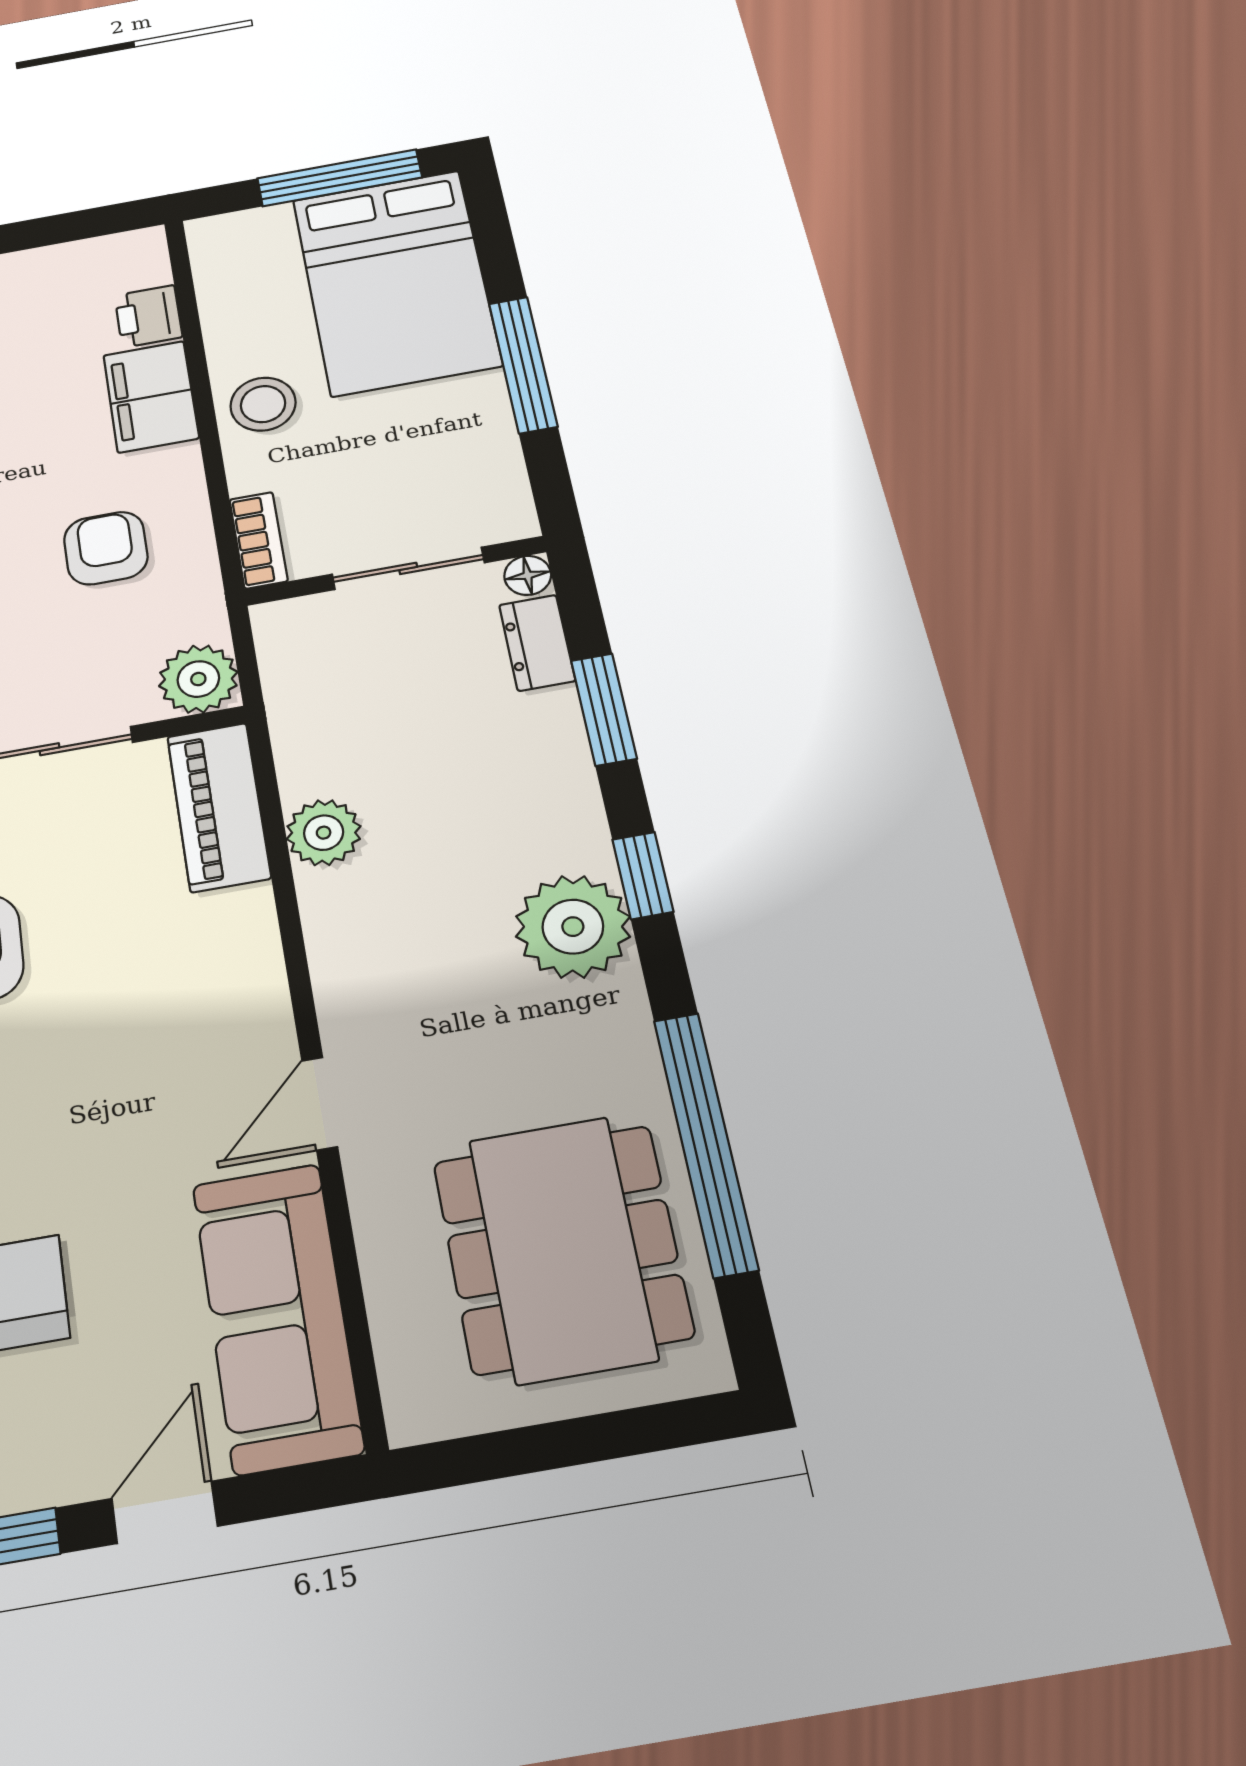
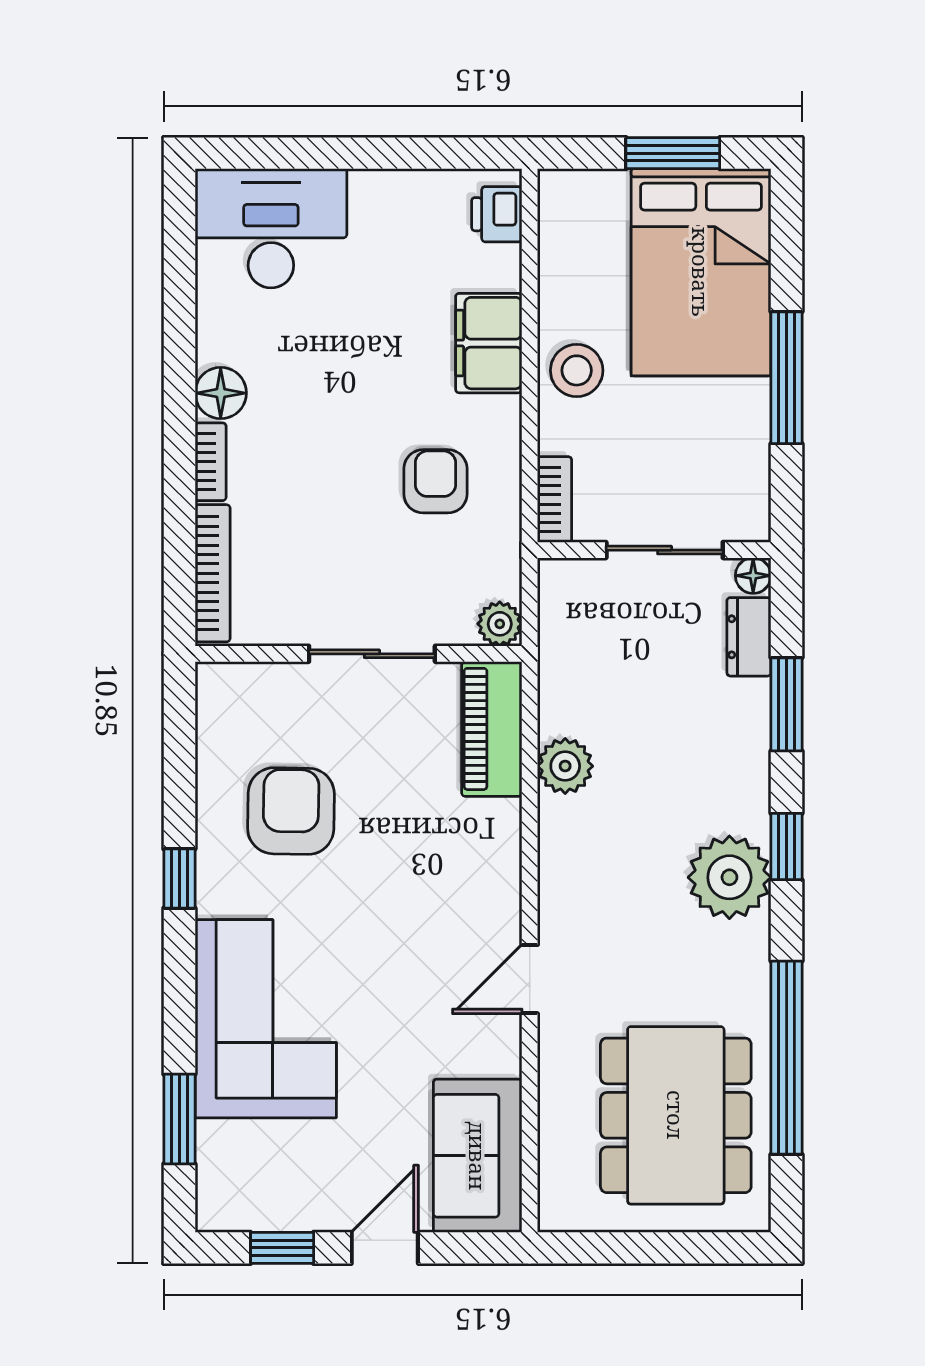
window: (340, 178) -> (673, 153), width x0.69
printer: (148, 316) -> (497, 214), moved
plant: (198, 679) -> (500, 624), width x0.73, depth x0.73
sofa: (277, 1317) -> (478, 1156), width x0.73

